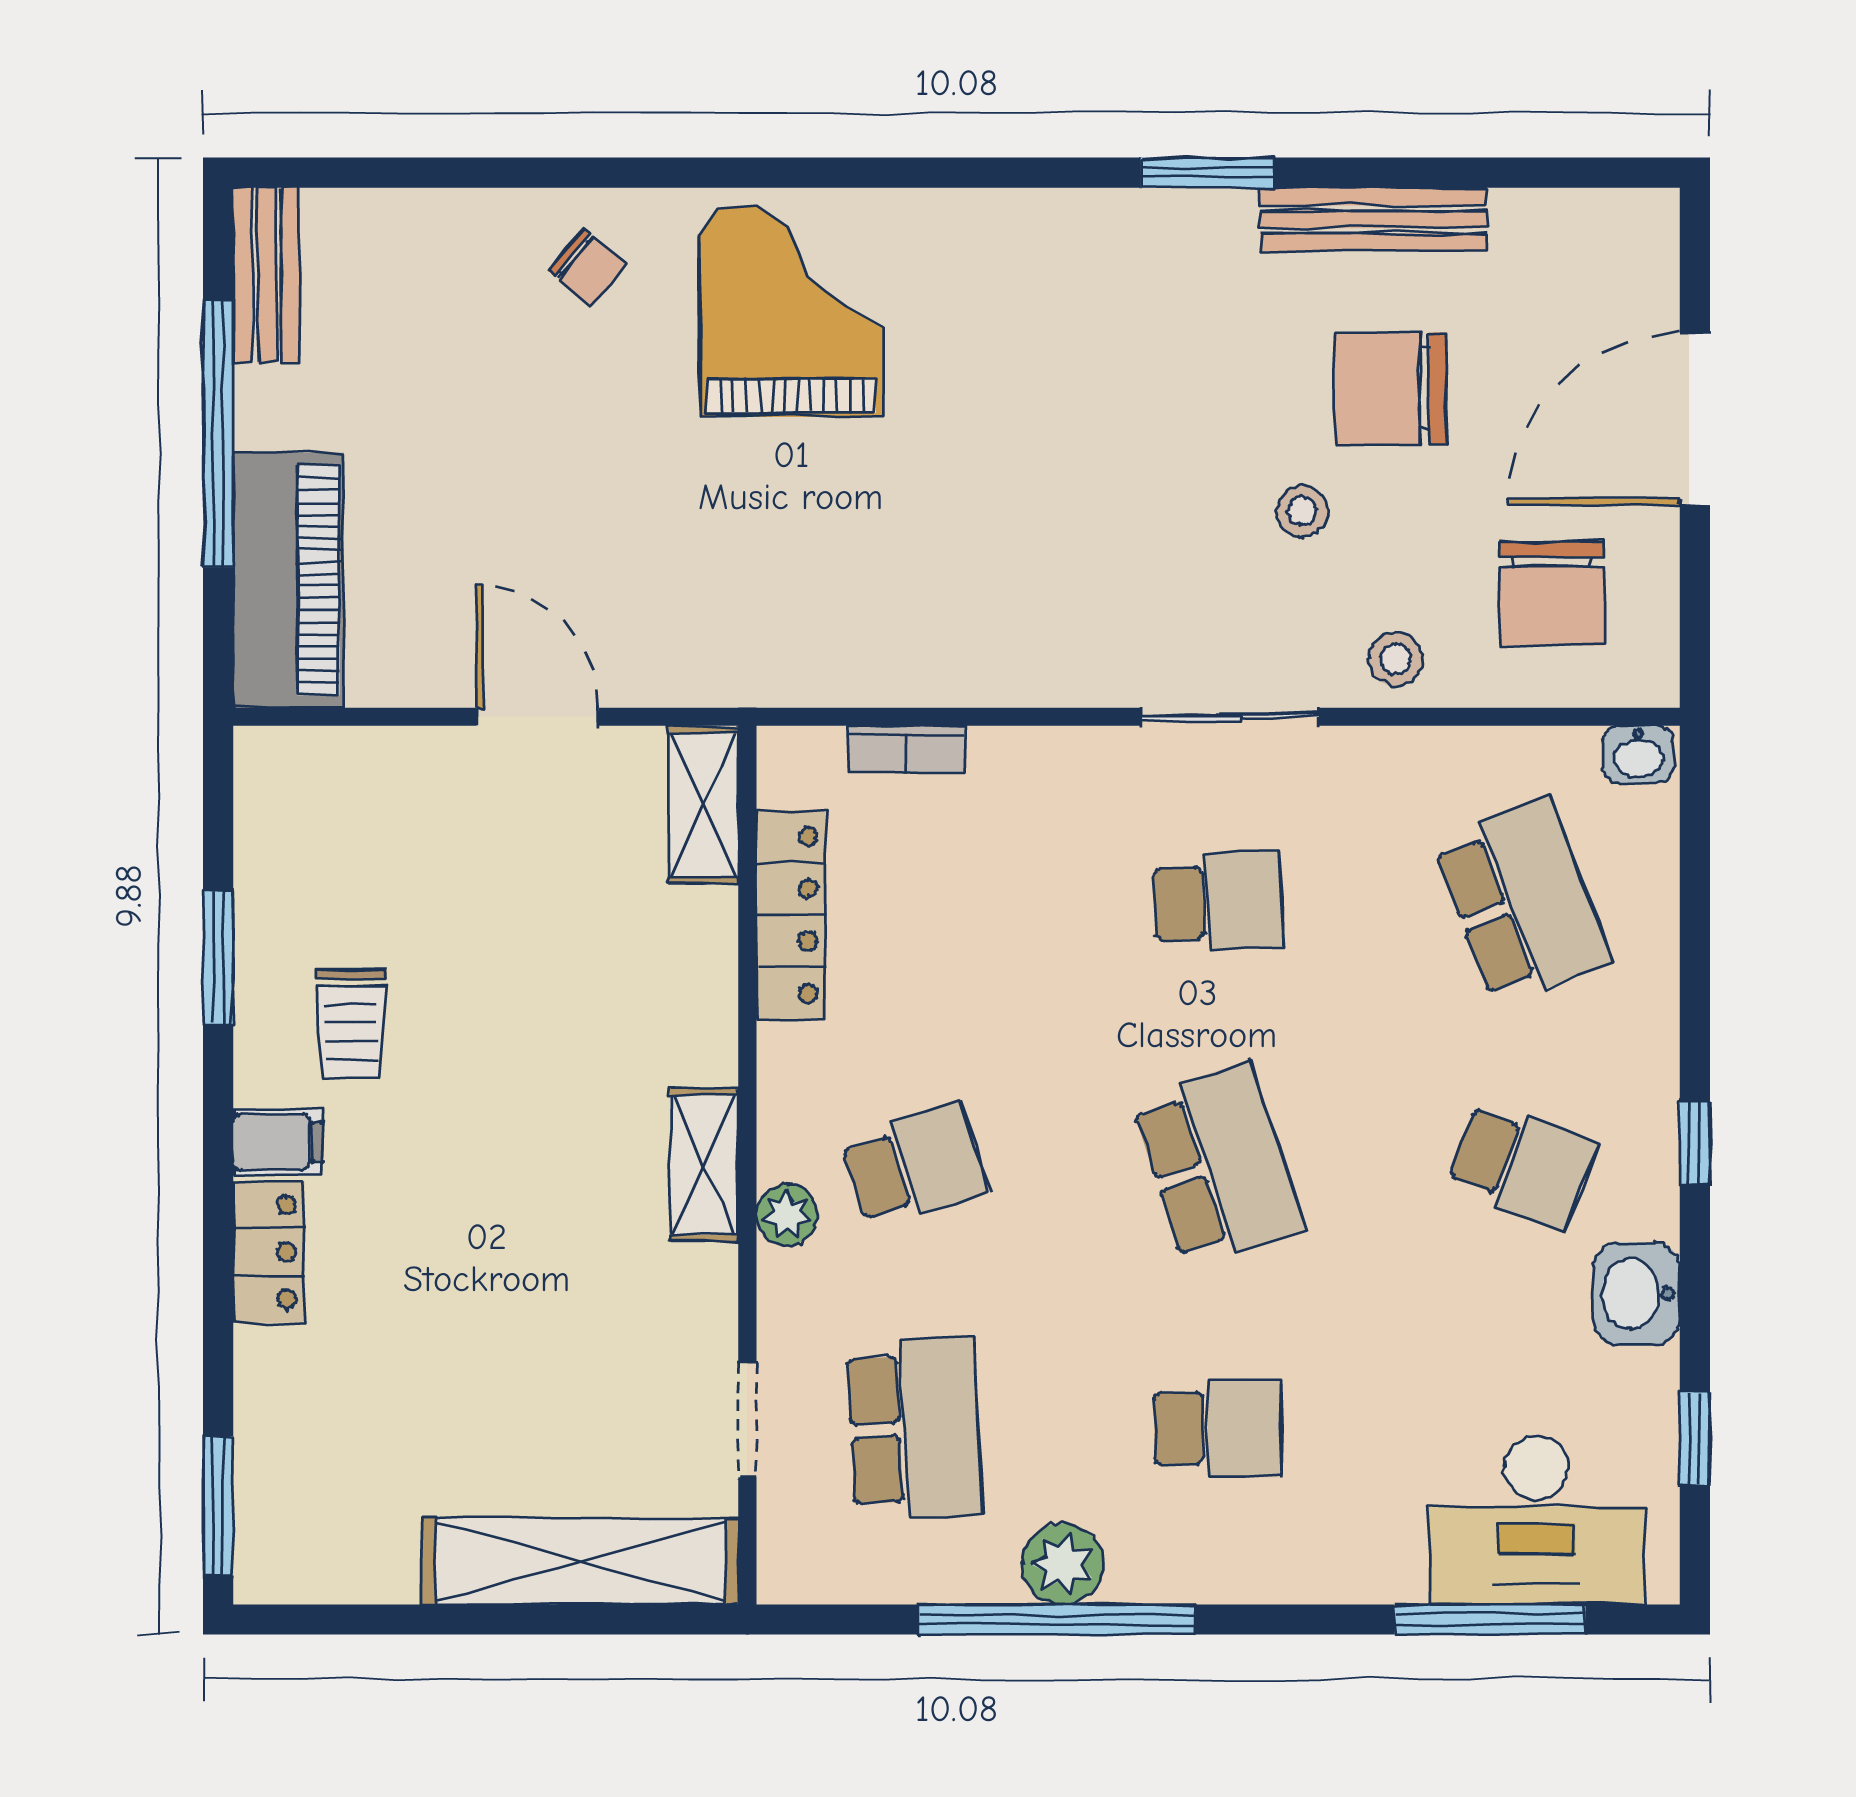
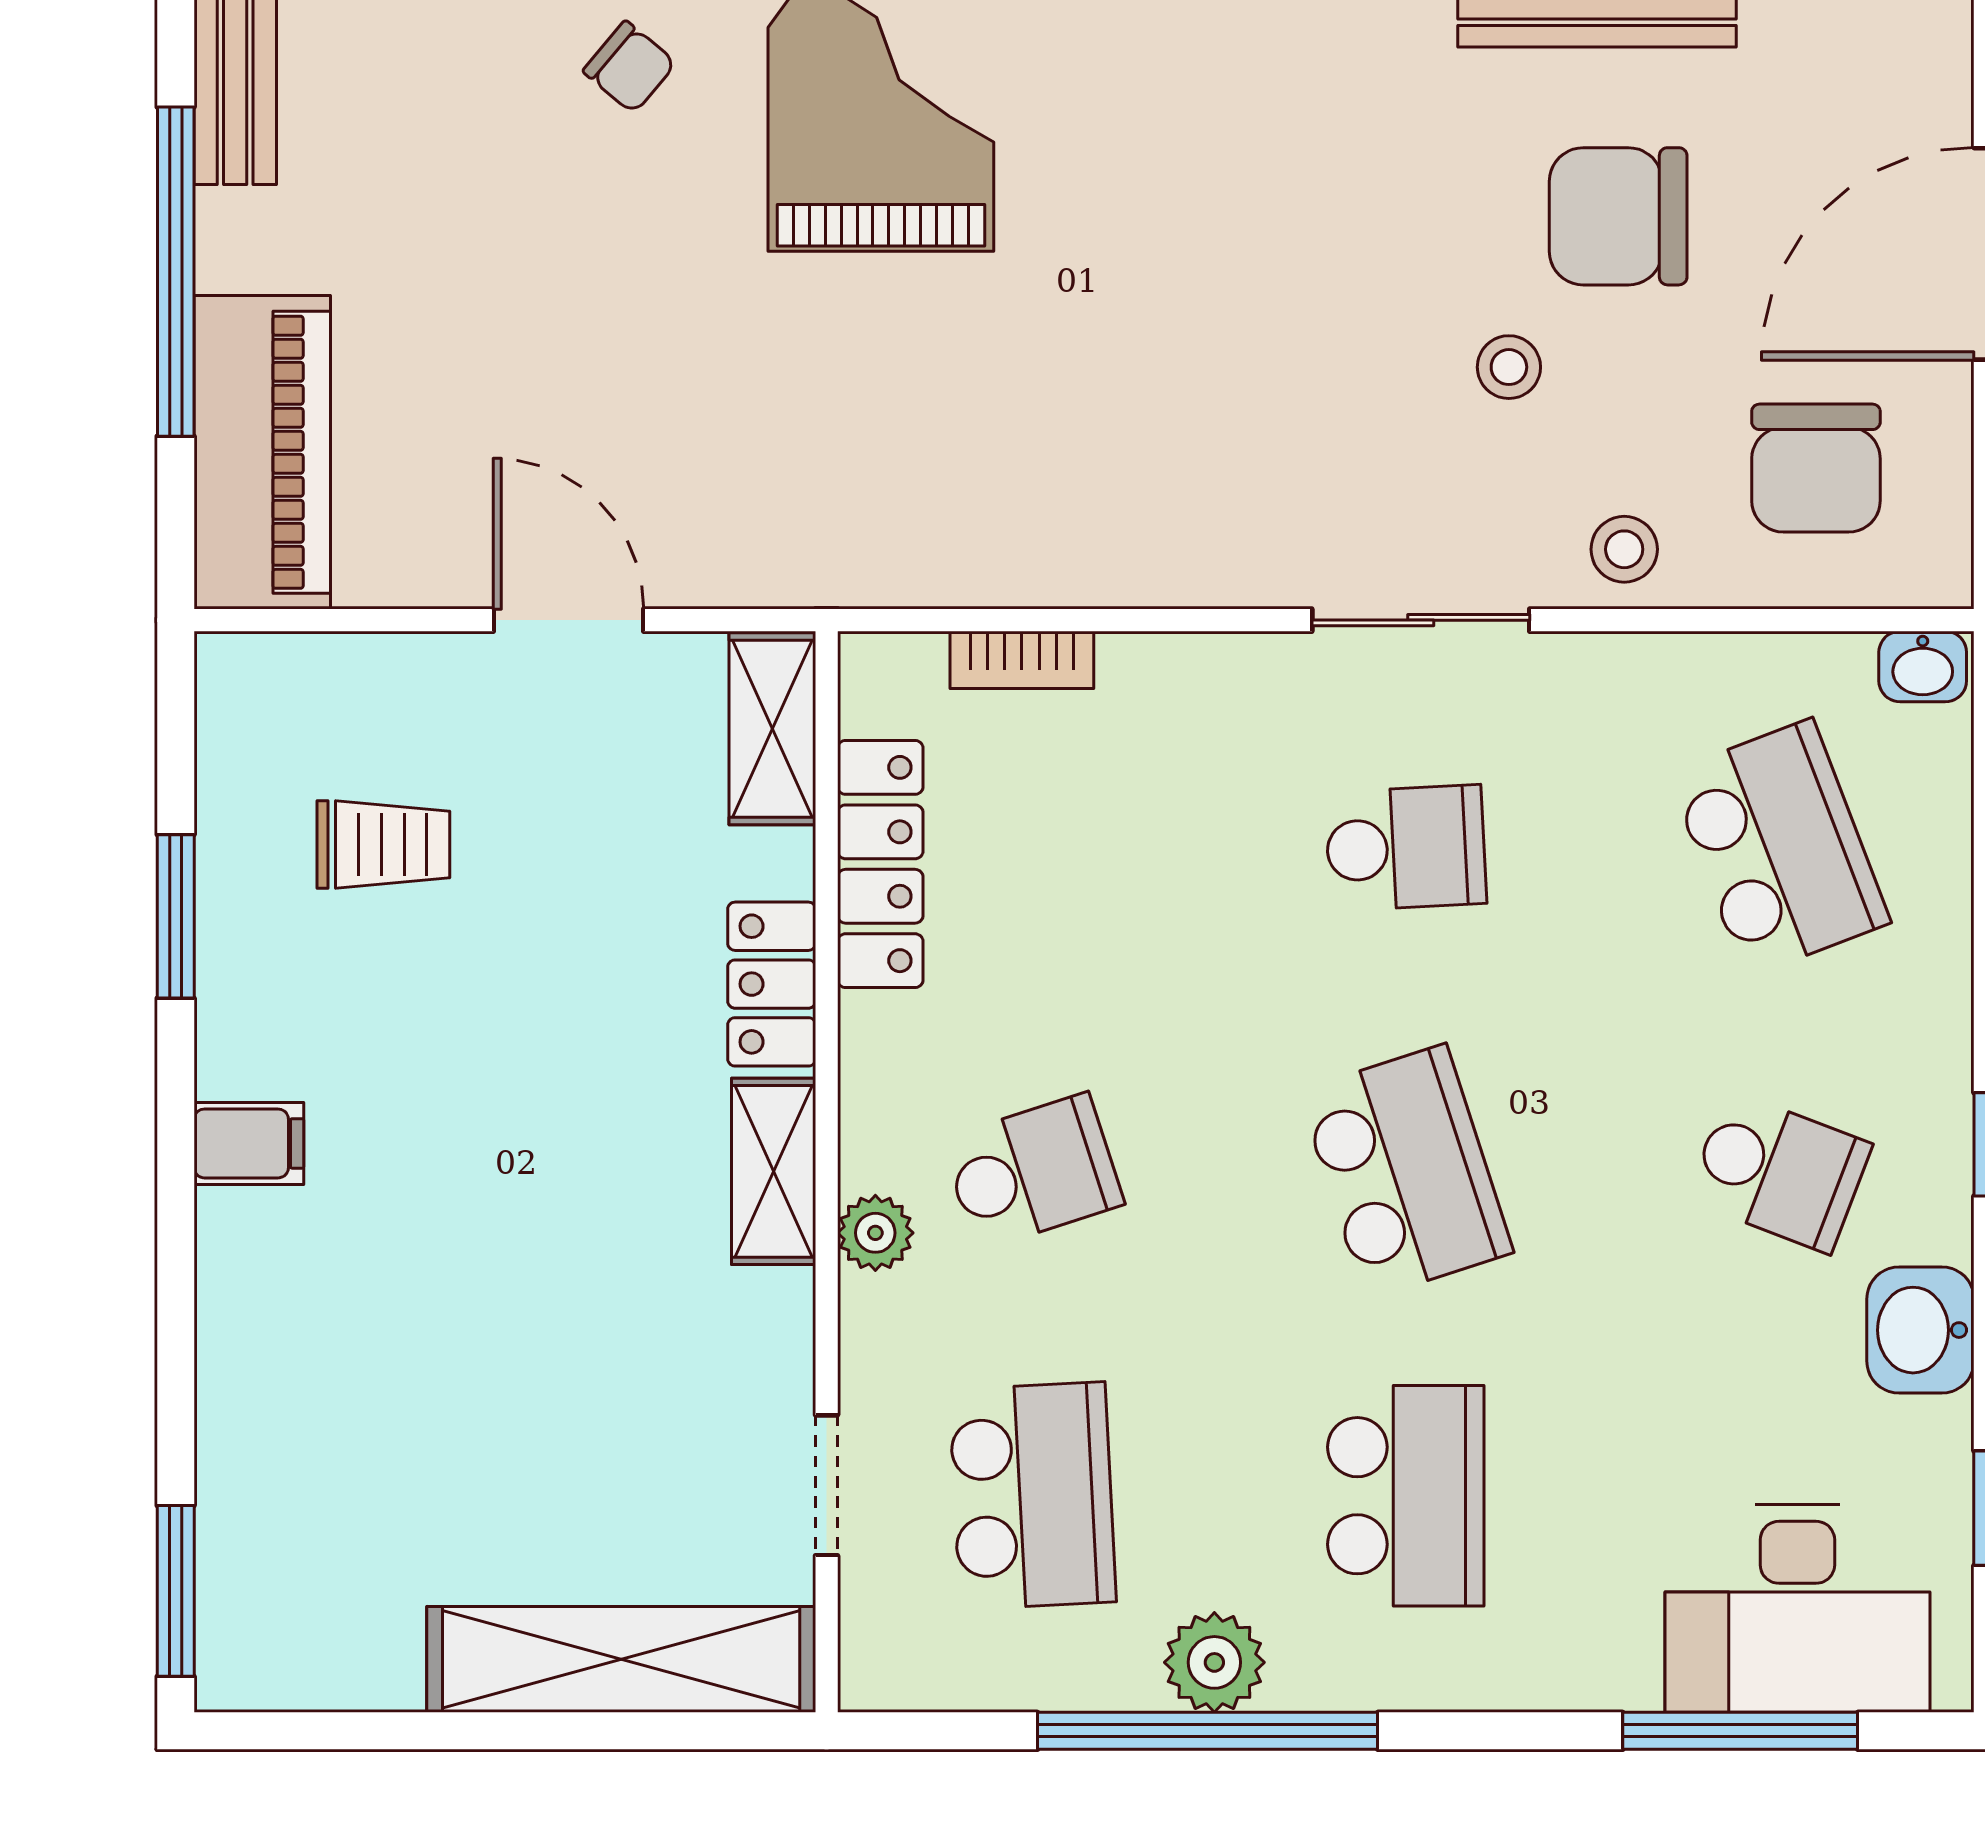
trolley: (351, 1024) -> (383, 844), moved, turned -90
locker: (269, 1252) -> (772, 984), moved, turned 180
school desk: (1218, 1428) -> (1406, 1496), width x1.85

